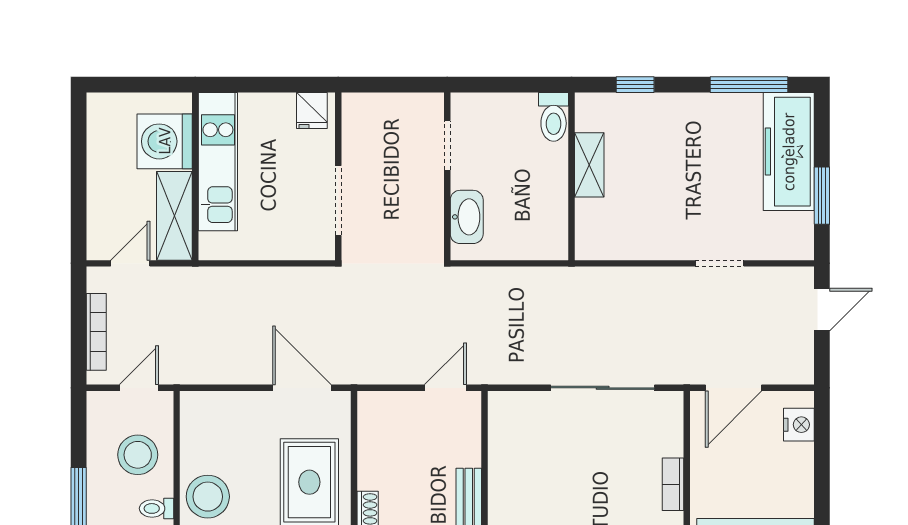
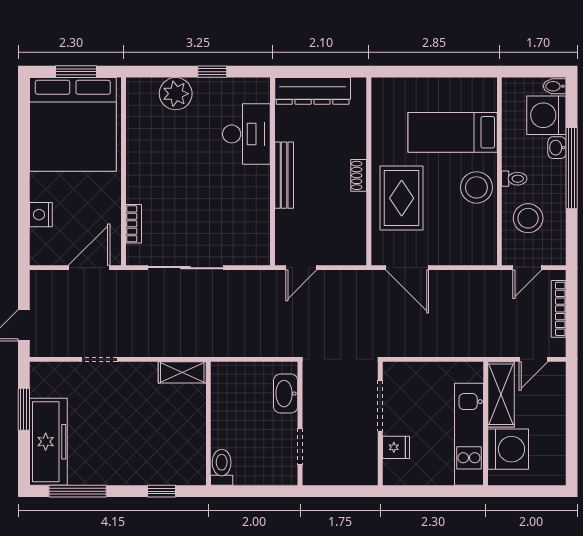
fridge: (312, 111) -> (396, 447), moved, turned 90
shelving: (589, 165) -> (182, 372), moved, turned 90
nightstand: (799, 425) -> (41, 215), moved
bookcase: (673, 484) -> (134, 224), moved

